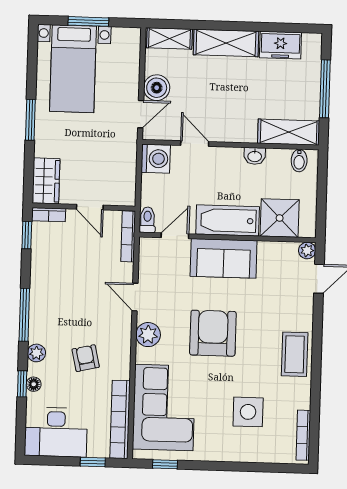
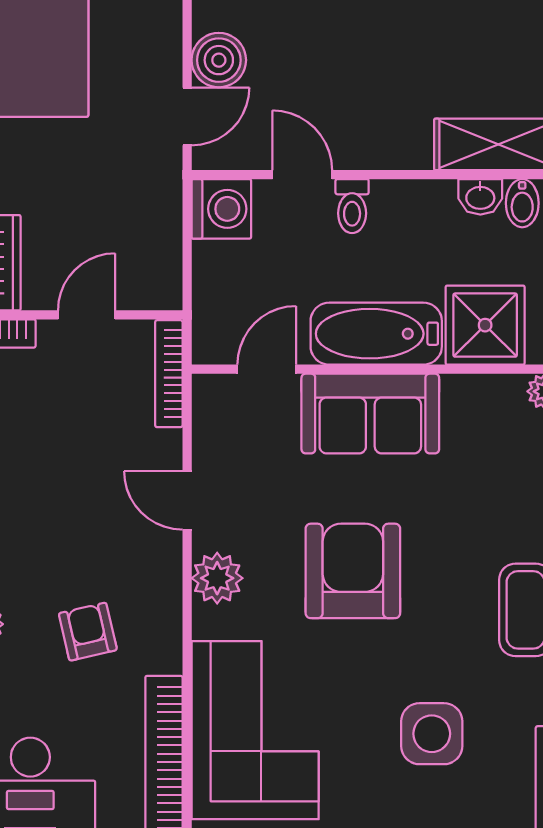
washbasin: (255, 156) -> (480, 197), moved
door: (90, 207) -> (87, 315), swing flipped
toilet: (147, 220) -> (352, 206), moved, turned 180

